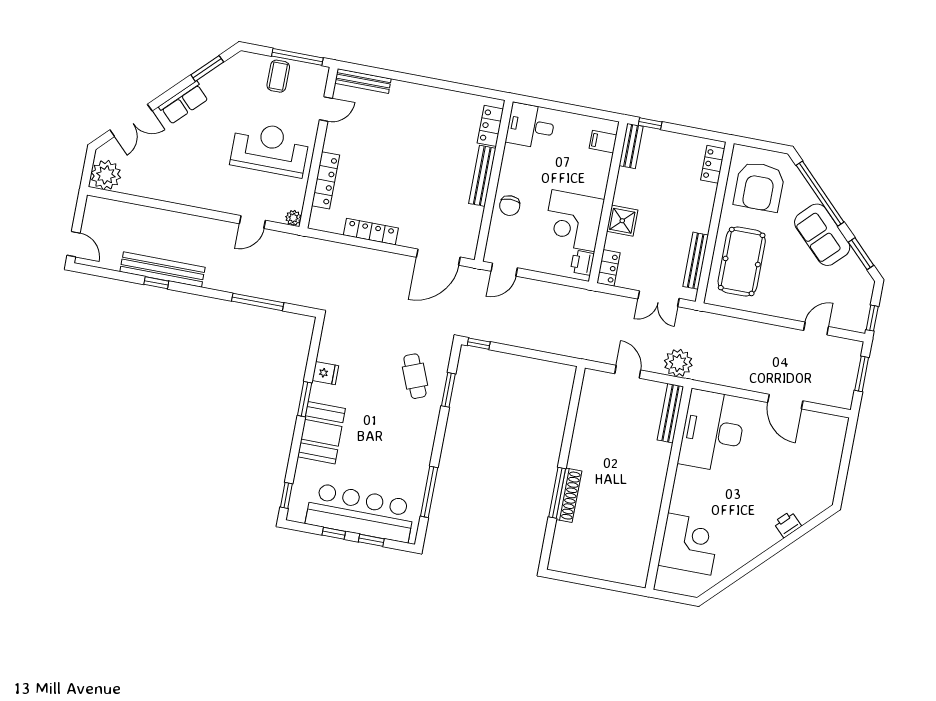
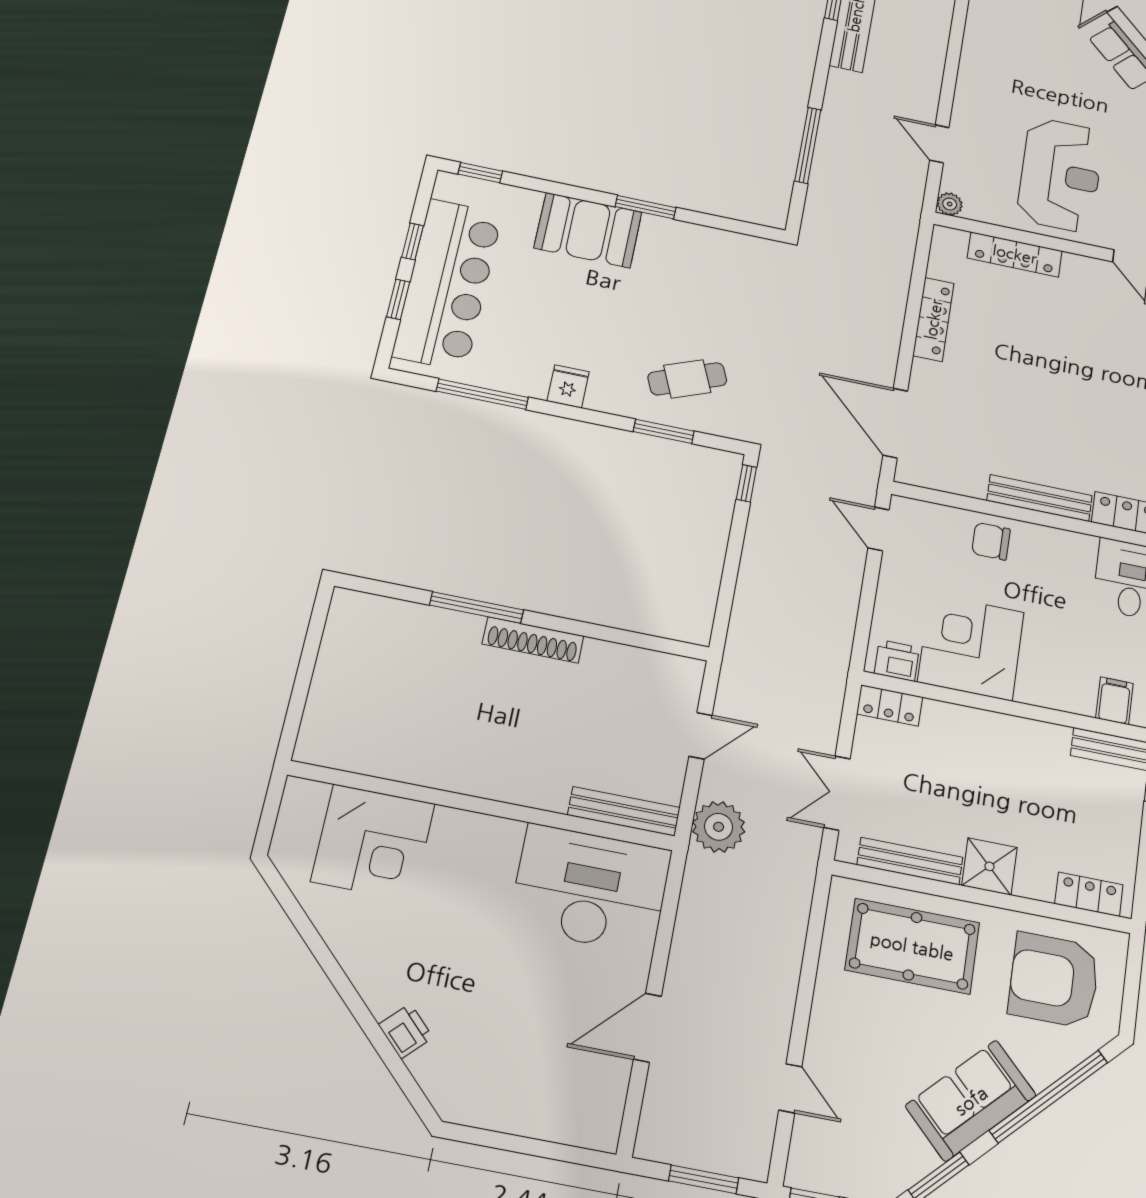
shower: (622, 221) -> (989, 866), moved
fridge: (325, 373) -> (568, 386), moved, turned 180
shoe rack: (569, 495) -> (533, 640), moved

